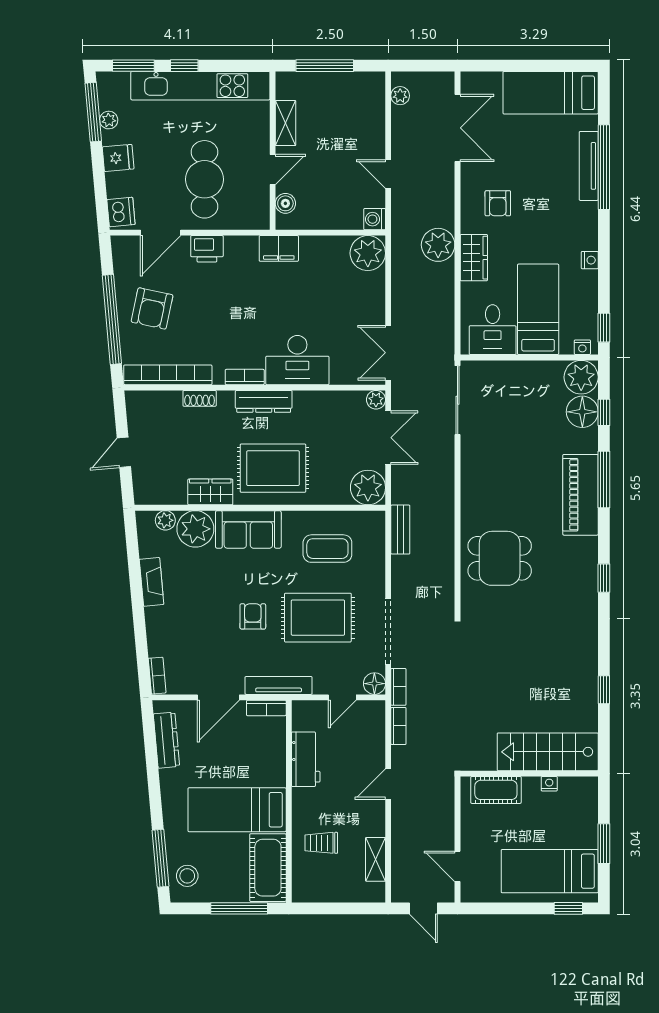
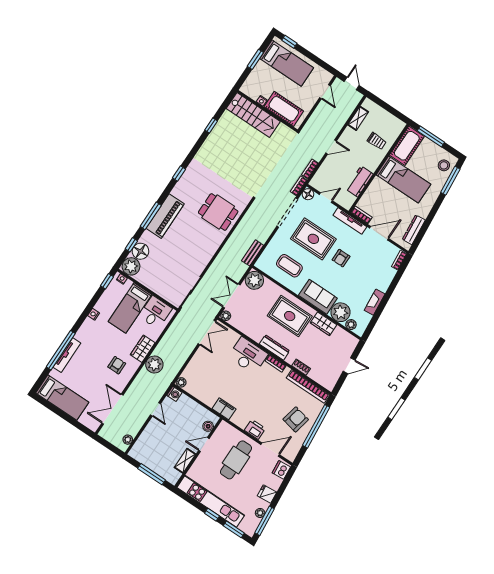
plant: (368, 253) -> (181, 382), width x0.53, depth x0.53
cot: (496, 790) -> (284, 109), width x1.37, depth x1.34

